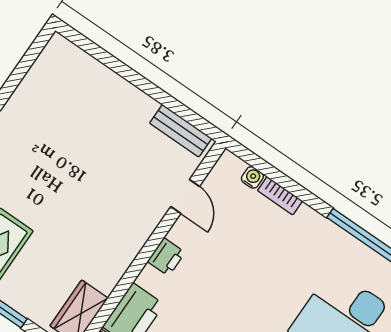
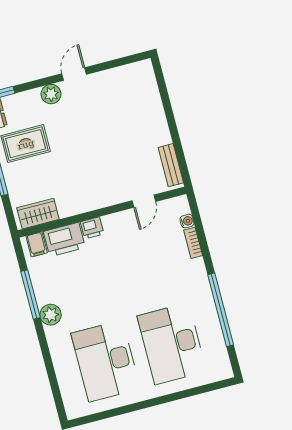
printer: (166, 257) -> (92, 228), moved

